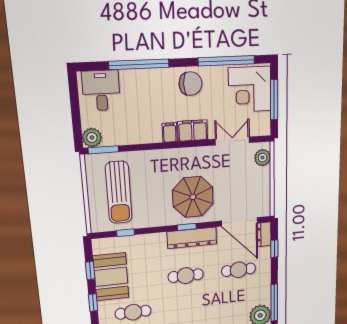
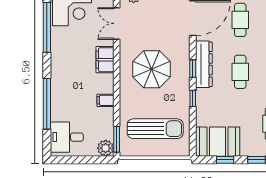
chair: (191, 84) -> (65, 60), removed
filing cabinet: (170, 132) -> (105, 100), moved
parasol: (193, 197) -> (151, 69), moved
window: (126, 233) -> (193, 98), moved
booth: (111, 277) -> (218, 142), moved

